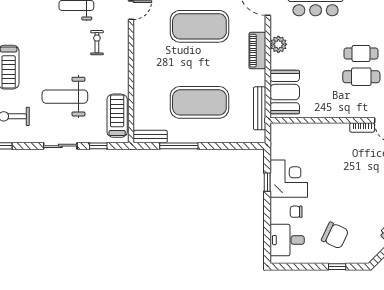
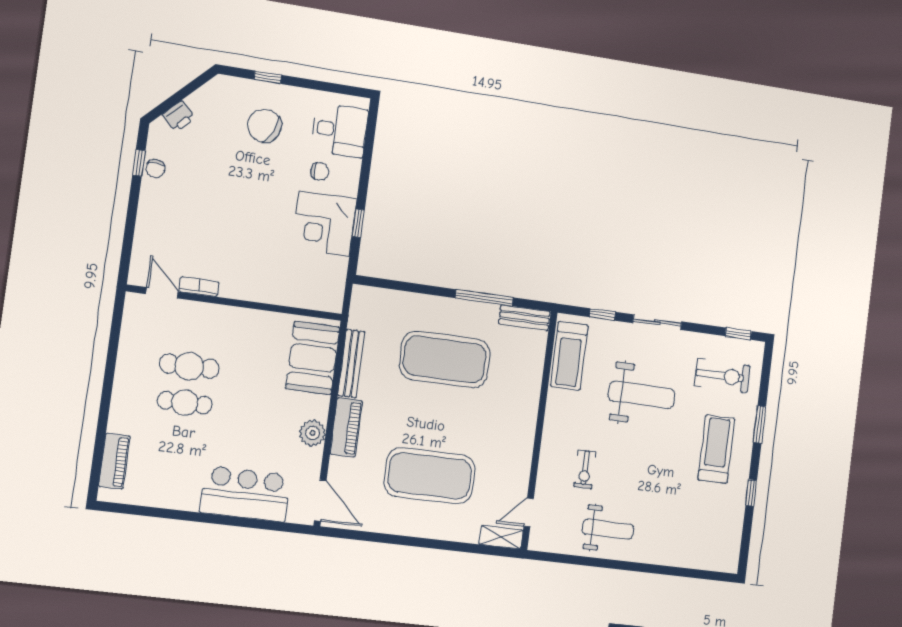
bench: (260, 108) -> (351, 364), moved

